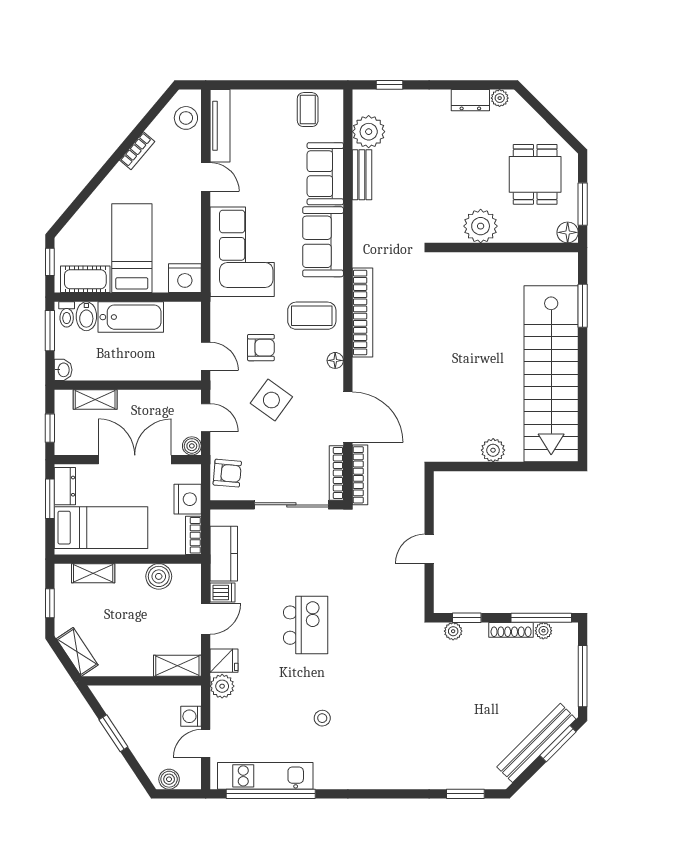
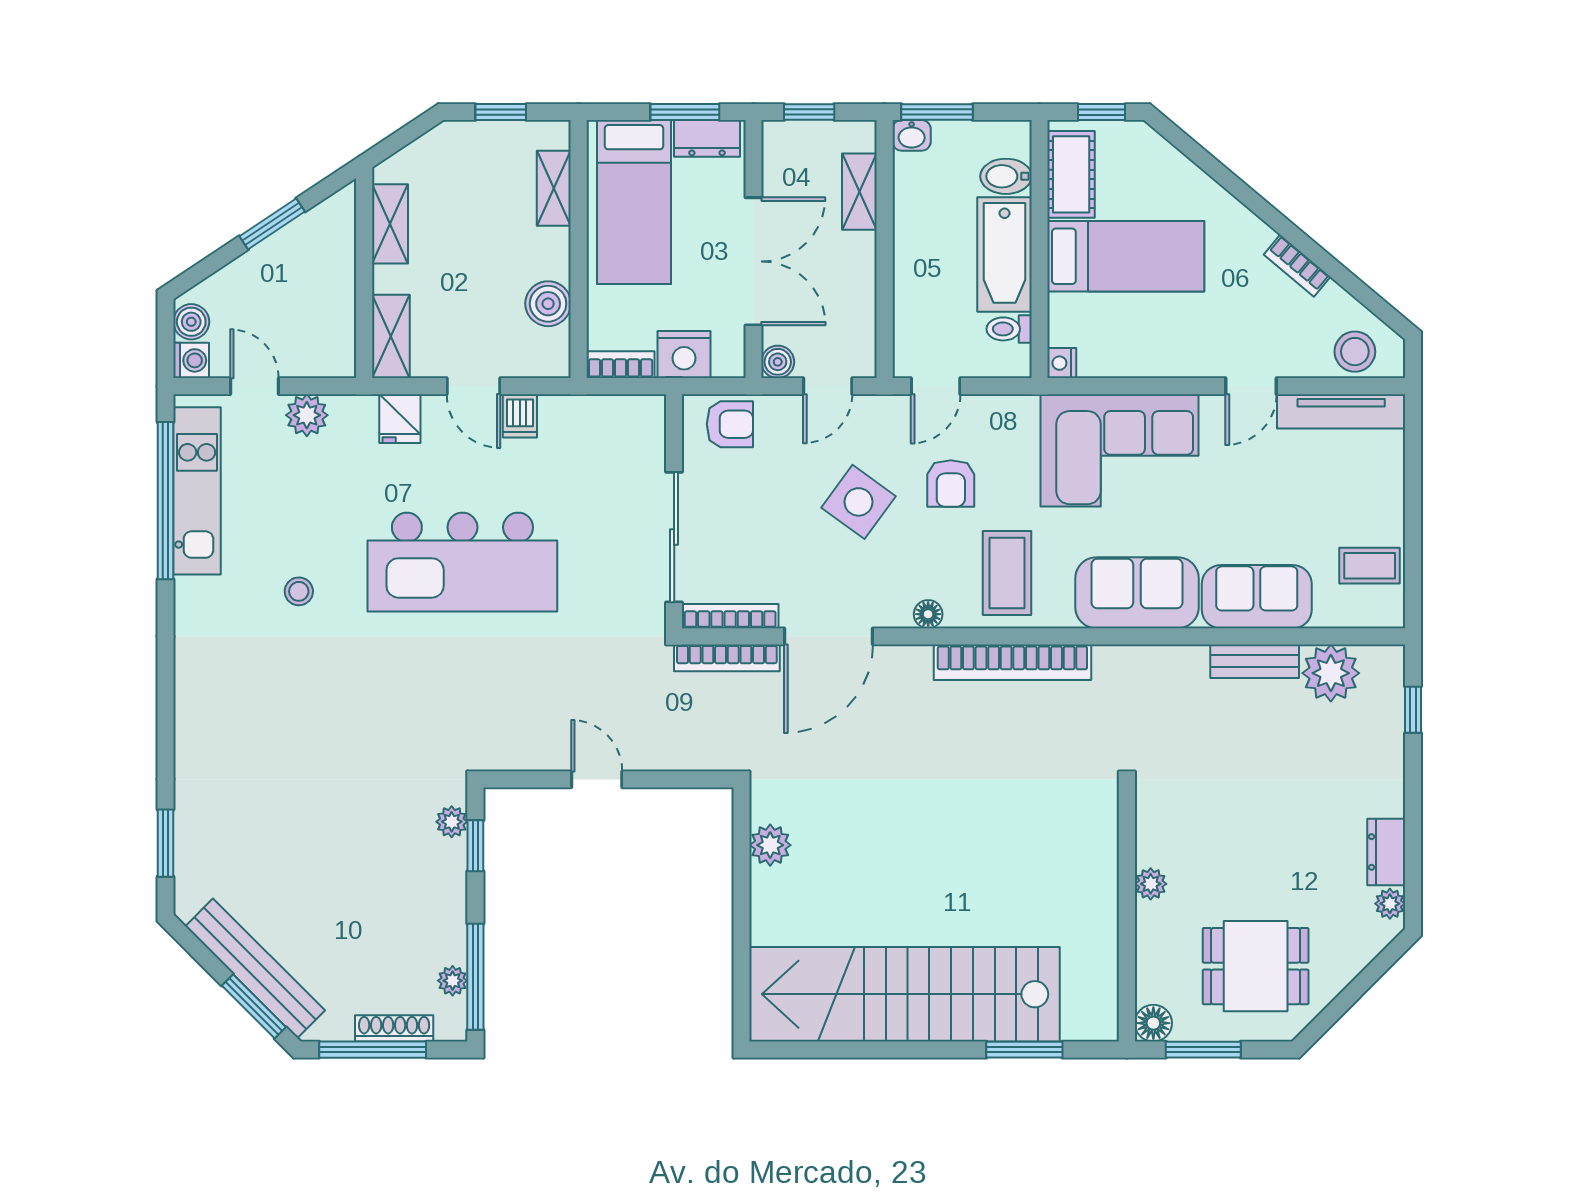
plant: (481, 226) -> (1151, 884), width x0.53, depth x0.53
nightstand: (185, 278) -> (1062, 363), width x0.53, depth x0.56
toilet: (67, 314) -> (1009, 329), moved
window: (50, 331) -> (937, 112), moved
plant: (493, 450) -> (770, 845), moved
armchair: (227, 473) -> (730, 424), turned -95
kitchen counter: (224, 554) -> (588, 418), removed
kitchen island: (306, 625) -> (462, 562), width x1.87, depth x1.28
shoe rack: (511, 630) -> (394, 1028), moved, turned 90
shelving: (77, 652) -> (390, 224), moved, turned -56
plant: (222, 686) -> (307, 415), moved
washing machine: (191, 716) -> (191, 360), moved, turned 90

